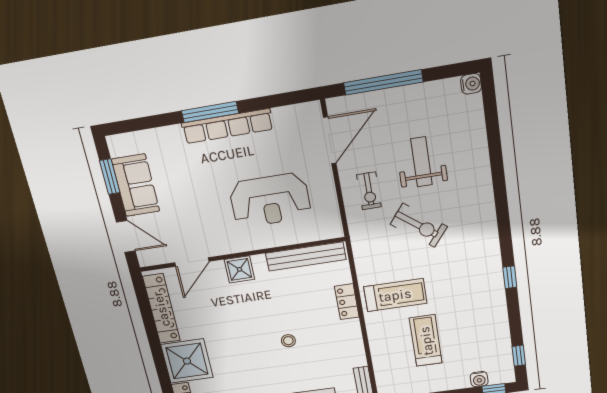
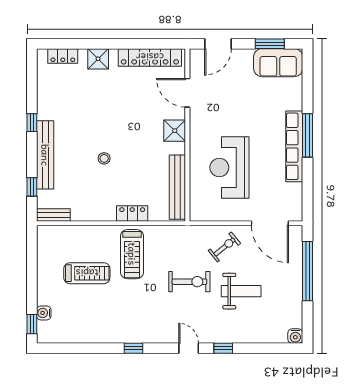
sofa: (136, 185) -> (278, 63), moved
exercise bike: (369, 191) -> (224, 247), turned 141
door: (502, 214) -> (189, 348), added
exercise bike: (419, 225) -> (189, 282), turned -128
window: (519, 356) -> (223, 348), moved
shower: (187, 361) -> (98, 59), width x0.54, depth x0.54

